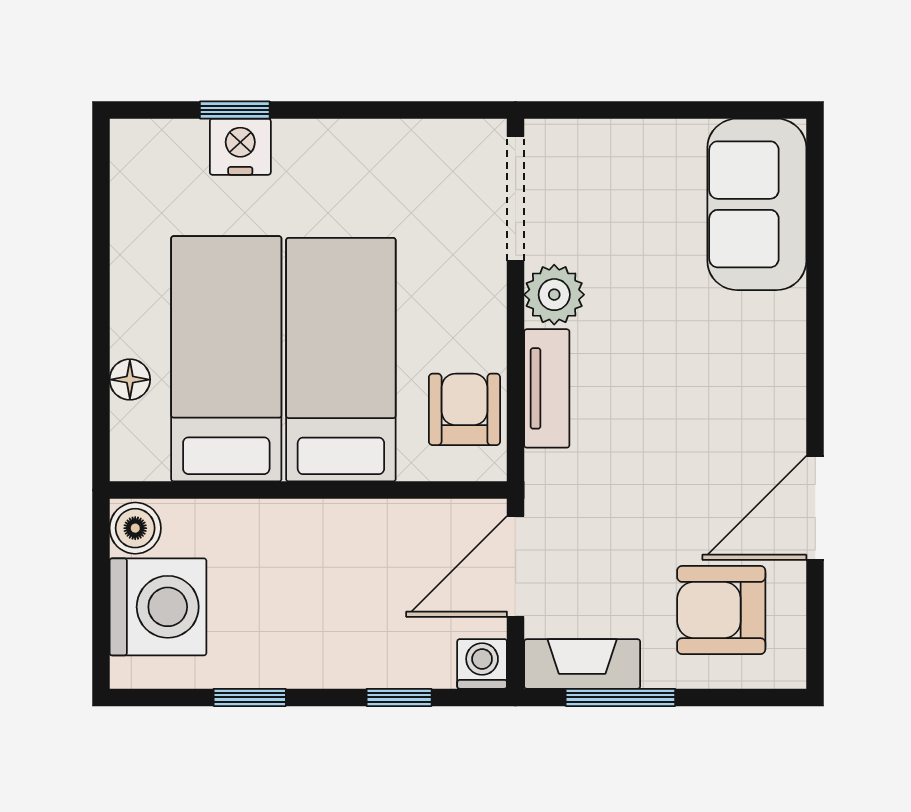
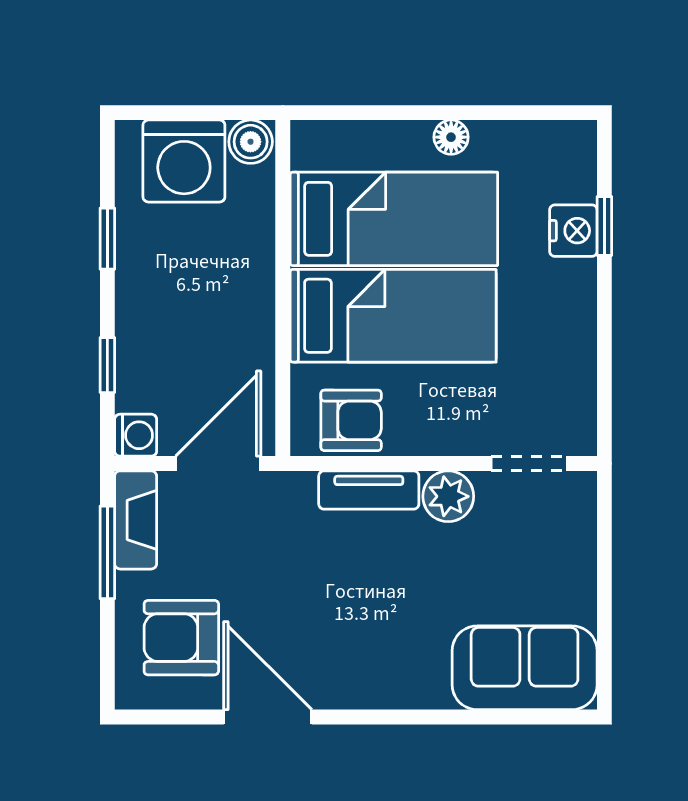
doorway: (516, 199) -> (529, 464), width x0.73
floor lamp: (130, 380) -> (451, 137), moved
door: (516, 566) -> (218, 464), hinge flipped
armchair: (721, 610) -> (181, 638), turned -90

